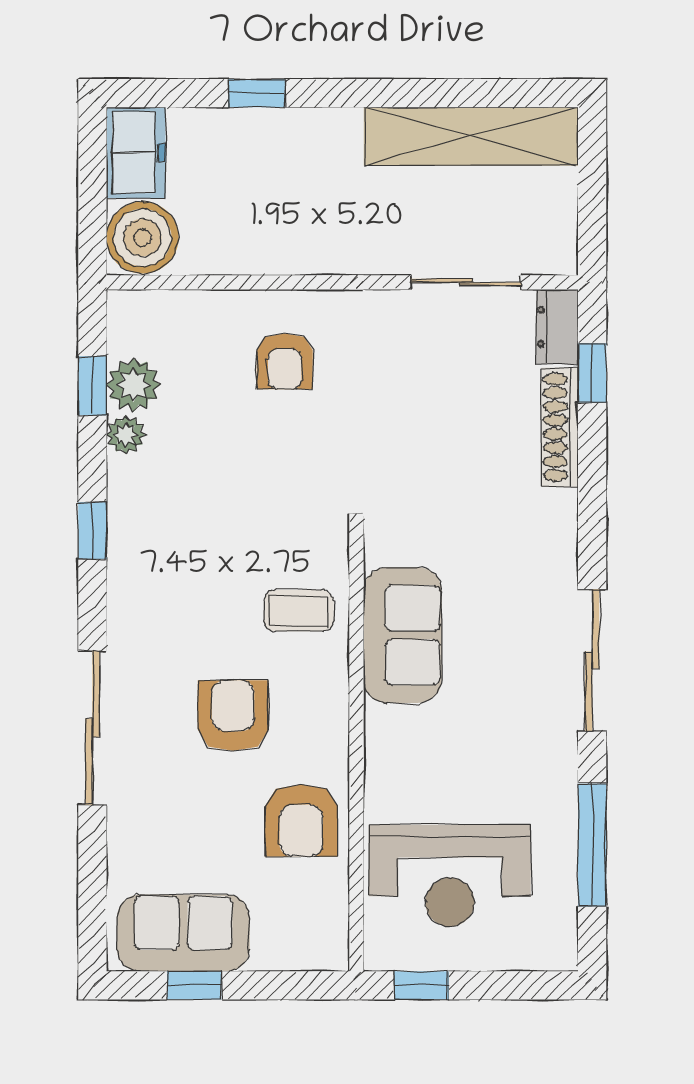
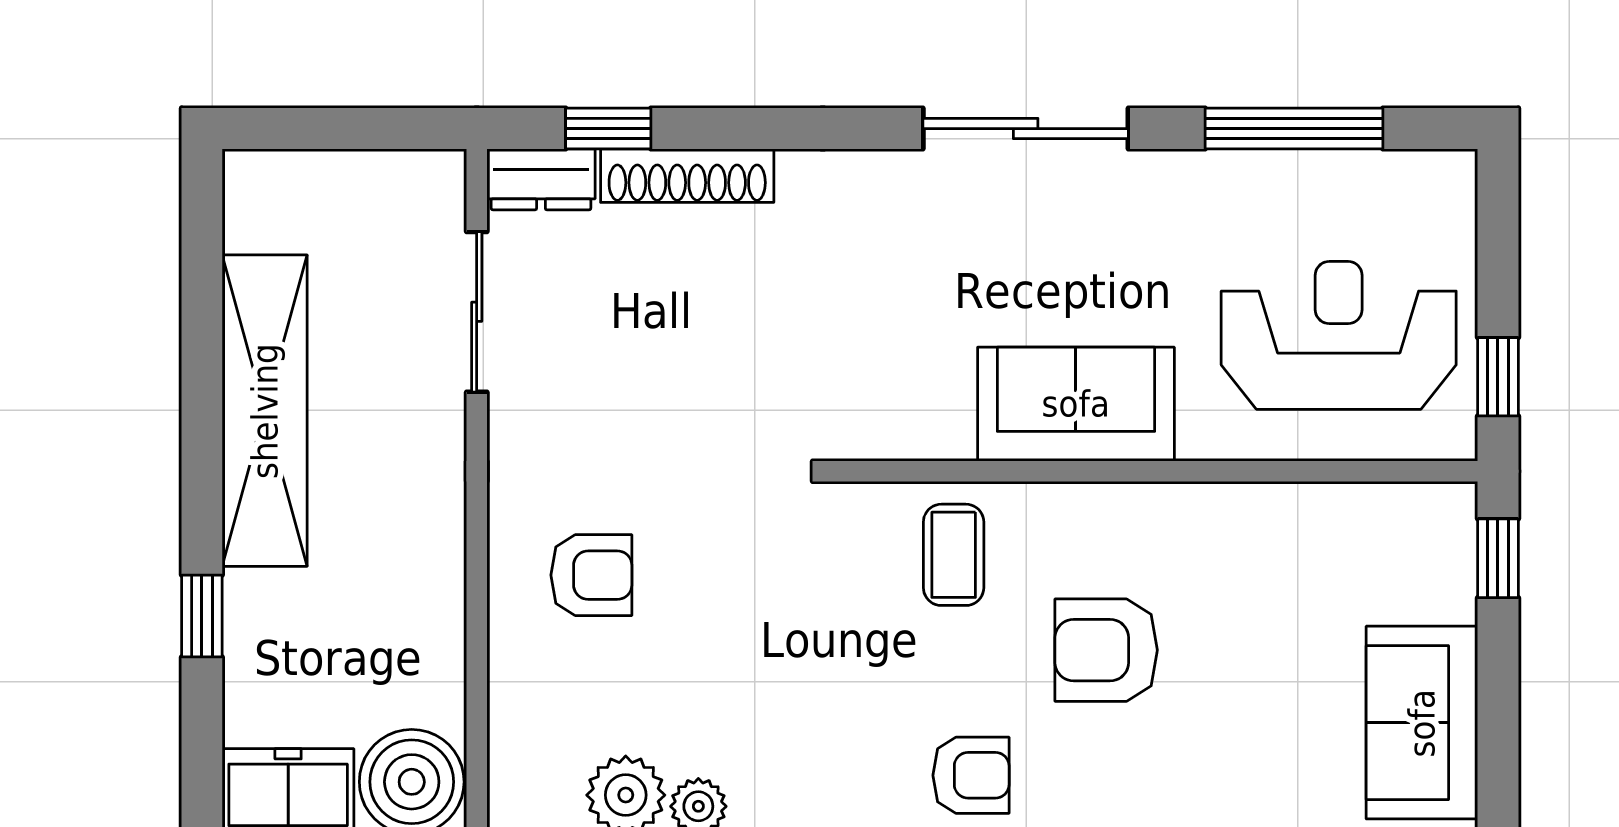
shelving: (471, 136) -> (265, 411), moved
sofa: (402, 635) -> (1076, 404), moved
armchair: (301, 821) -> (971, 775), moved, width x0.72, depth x0.72
reception desk: (450, 876) -> (1339, 335), turned -90
window: (194, 985) -> (1498, 558), moved

